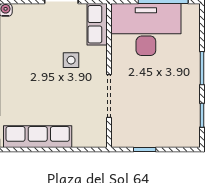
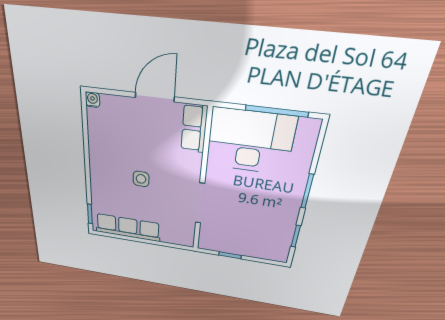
side table: (71, 60) -> (141, 179), moved

